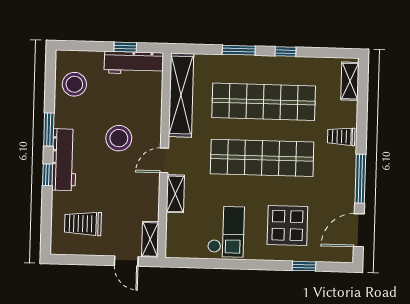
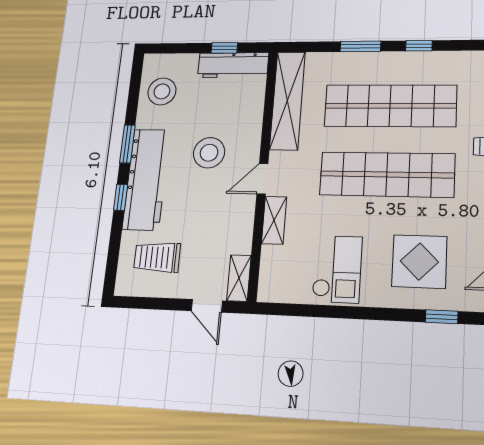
workbench: (64, 160) -> (146, 179), width x1.36, depth x1.32

